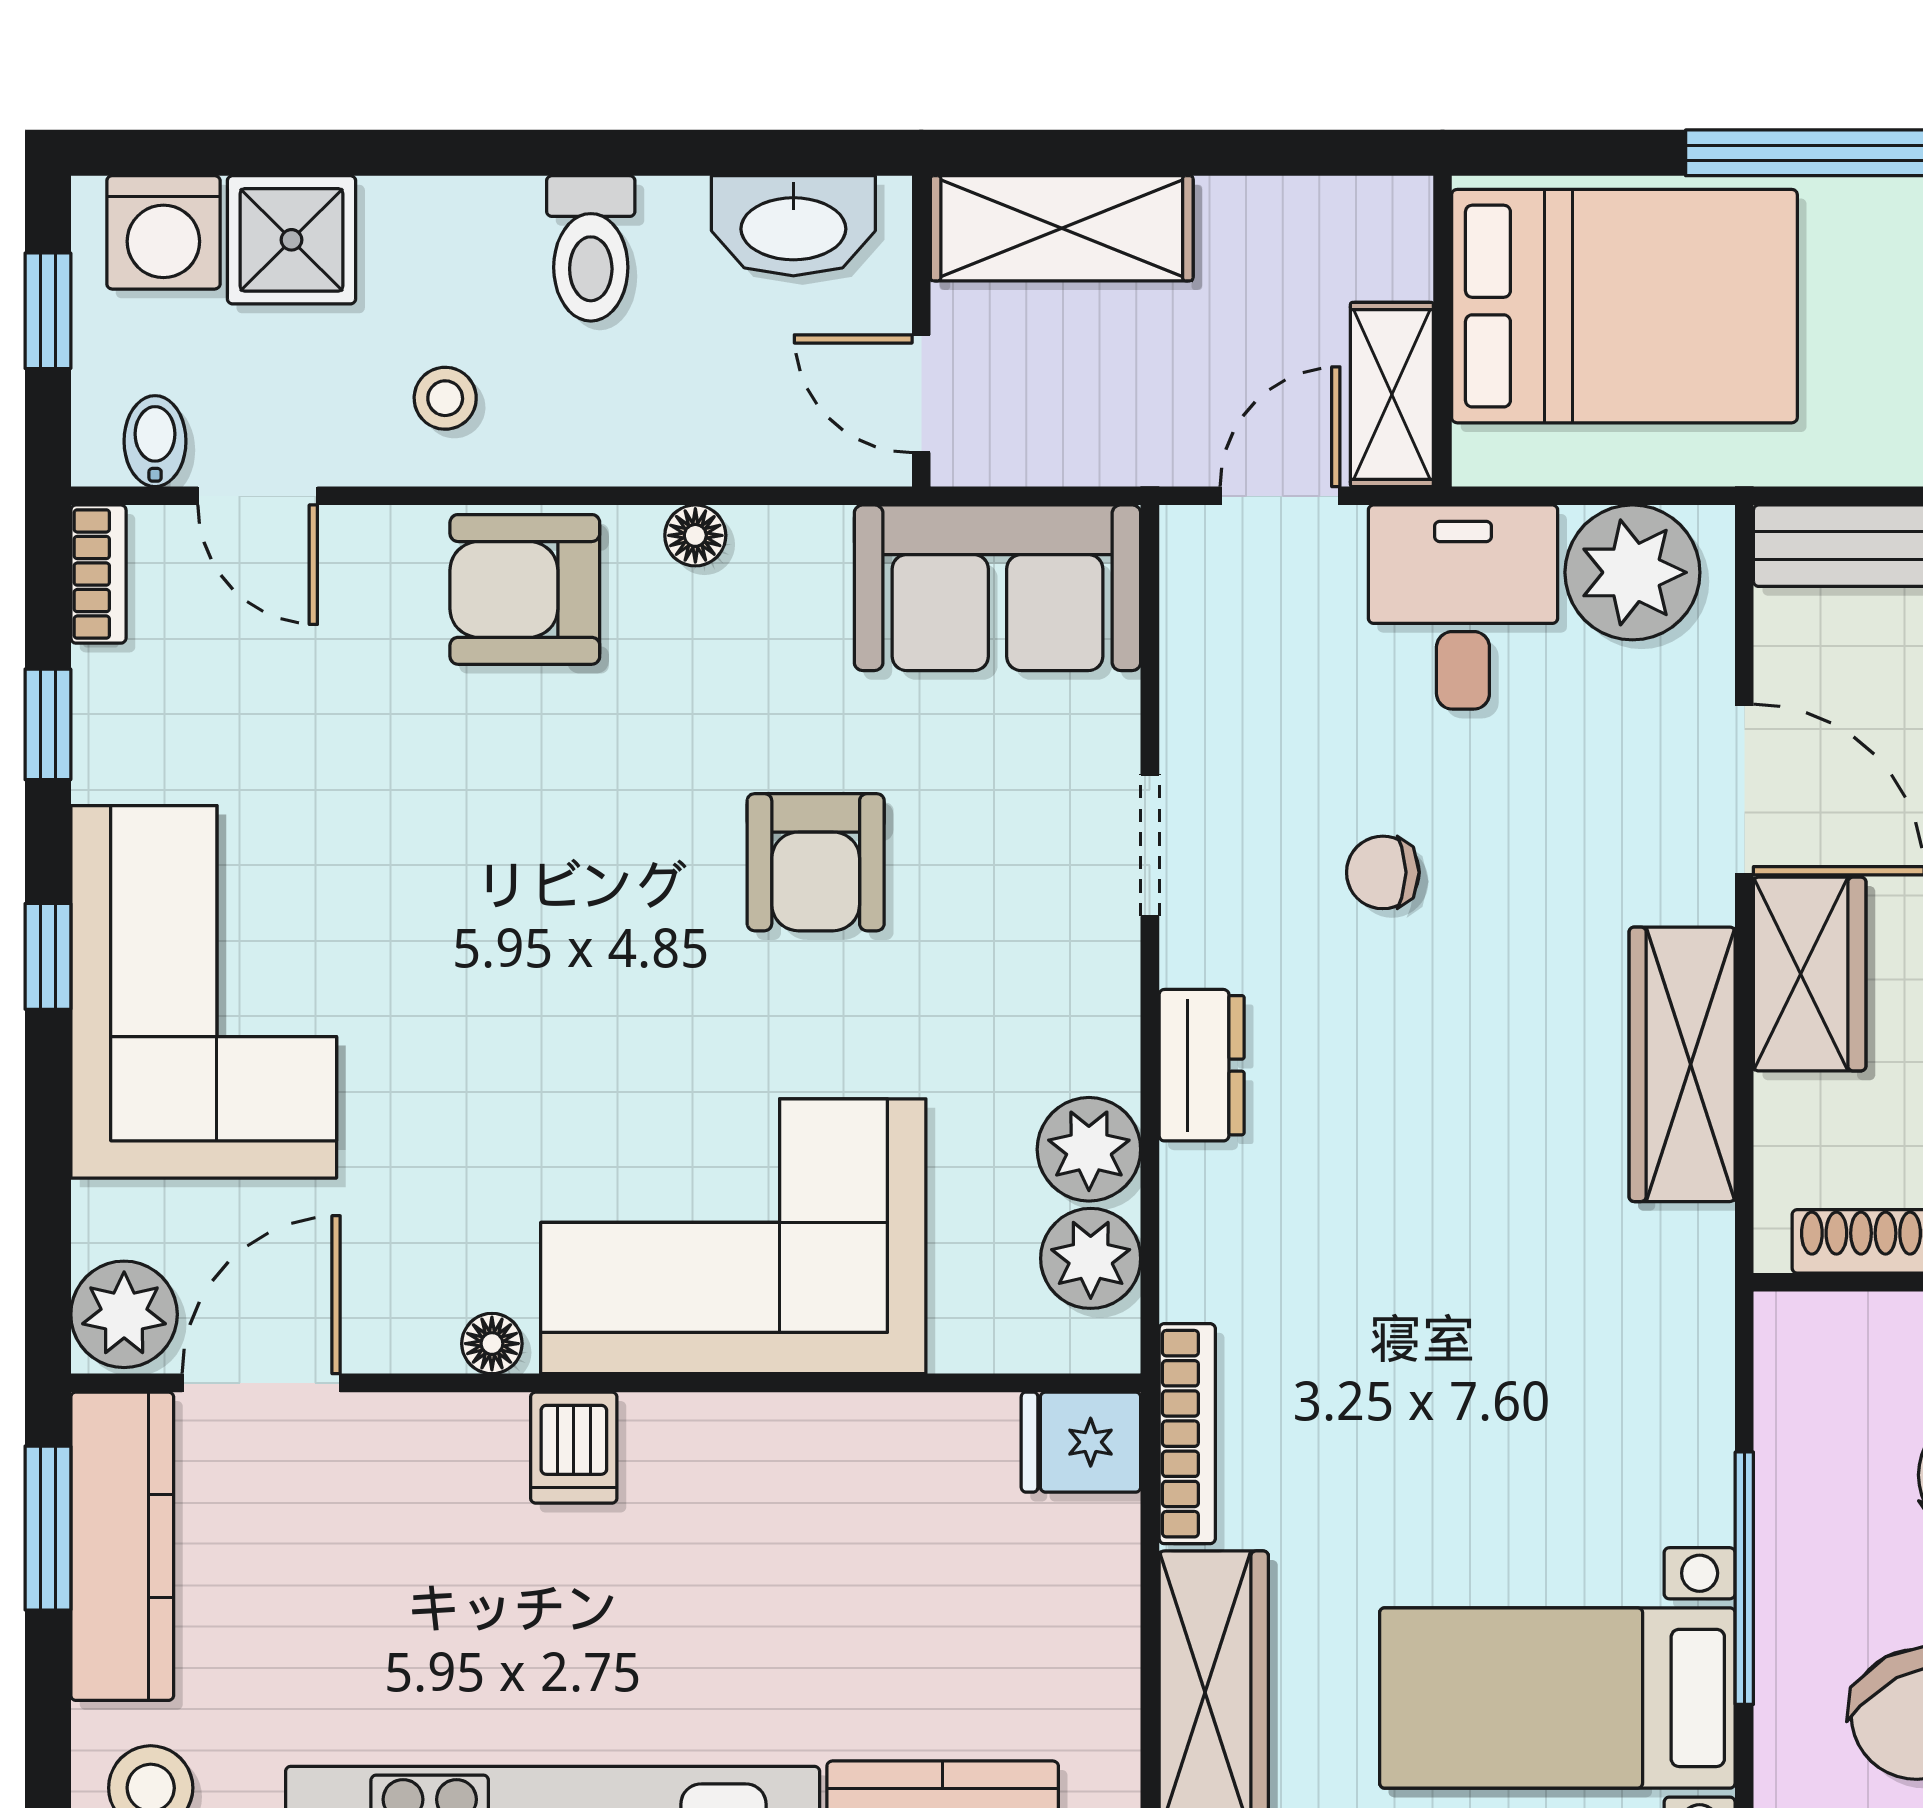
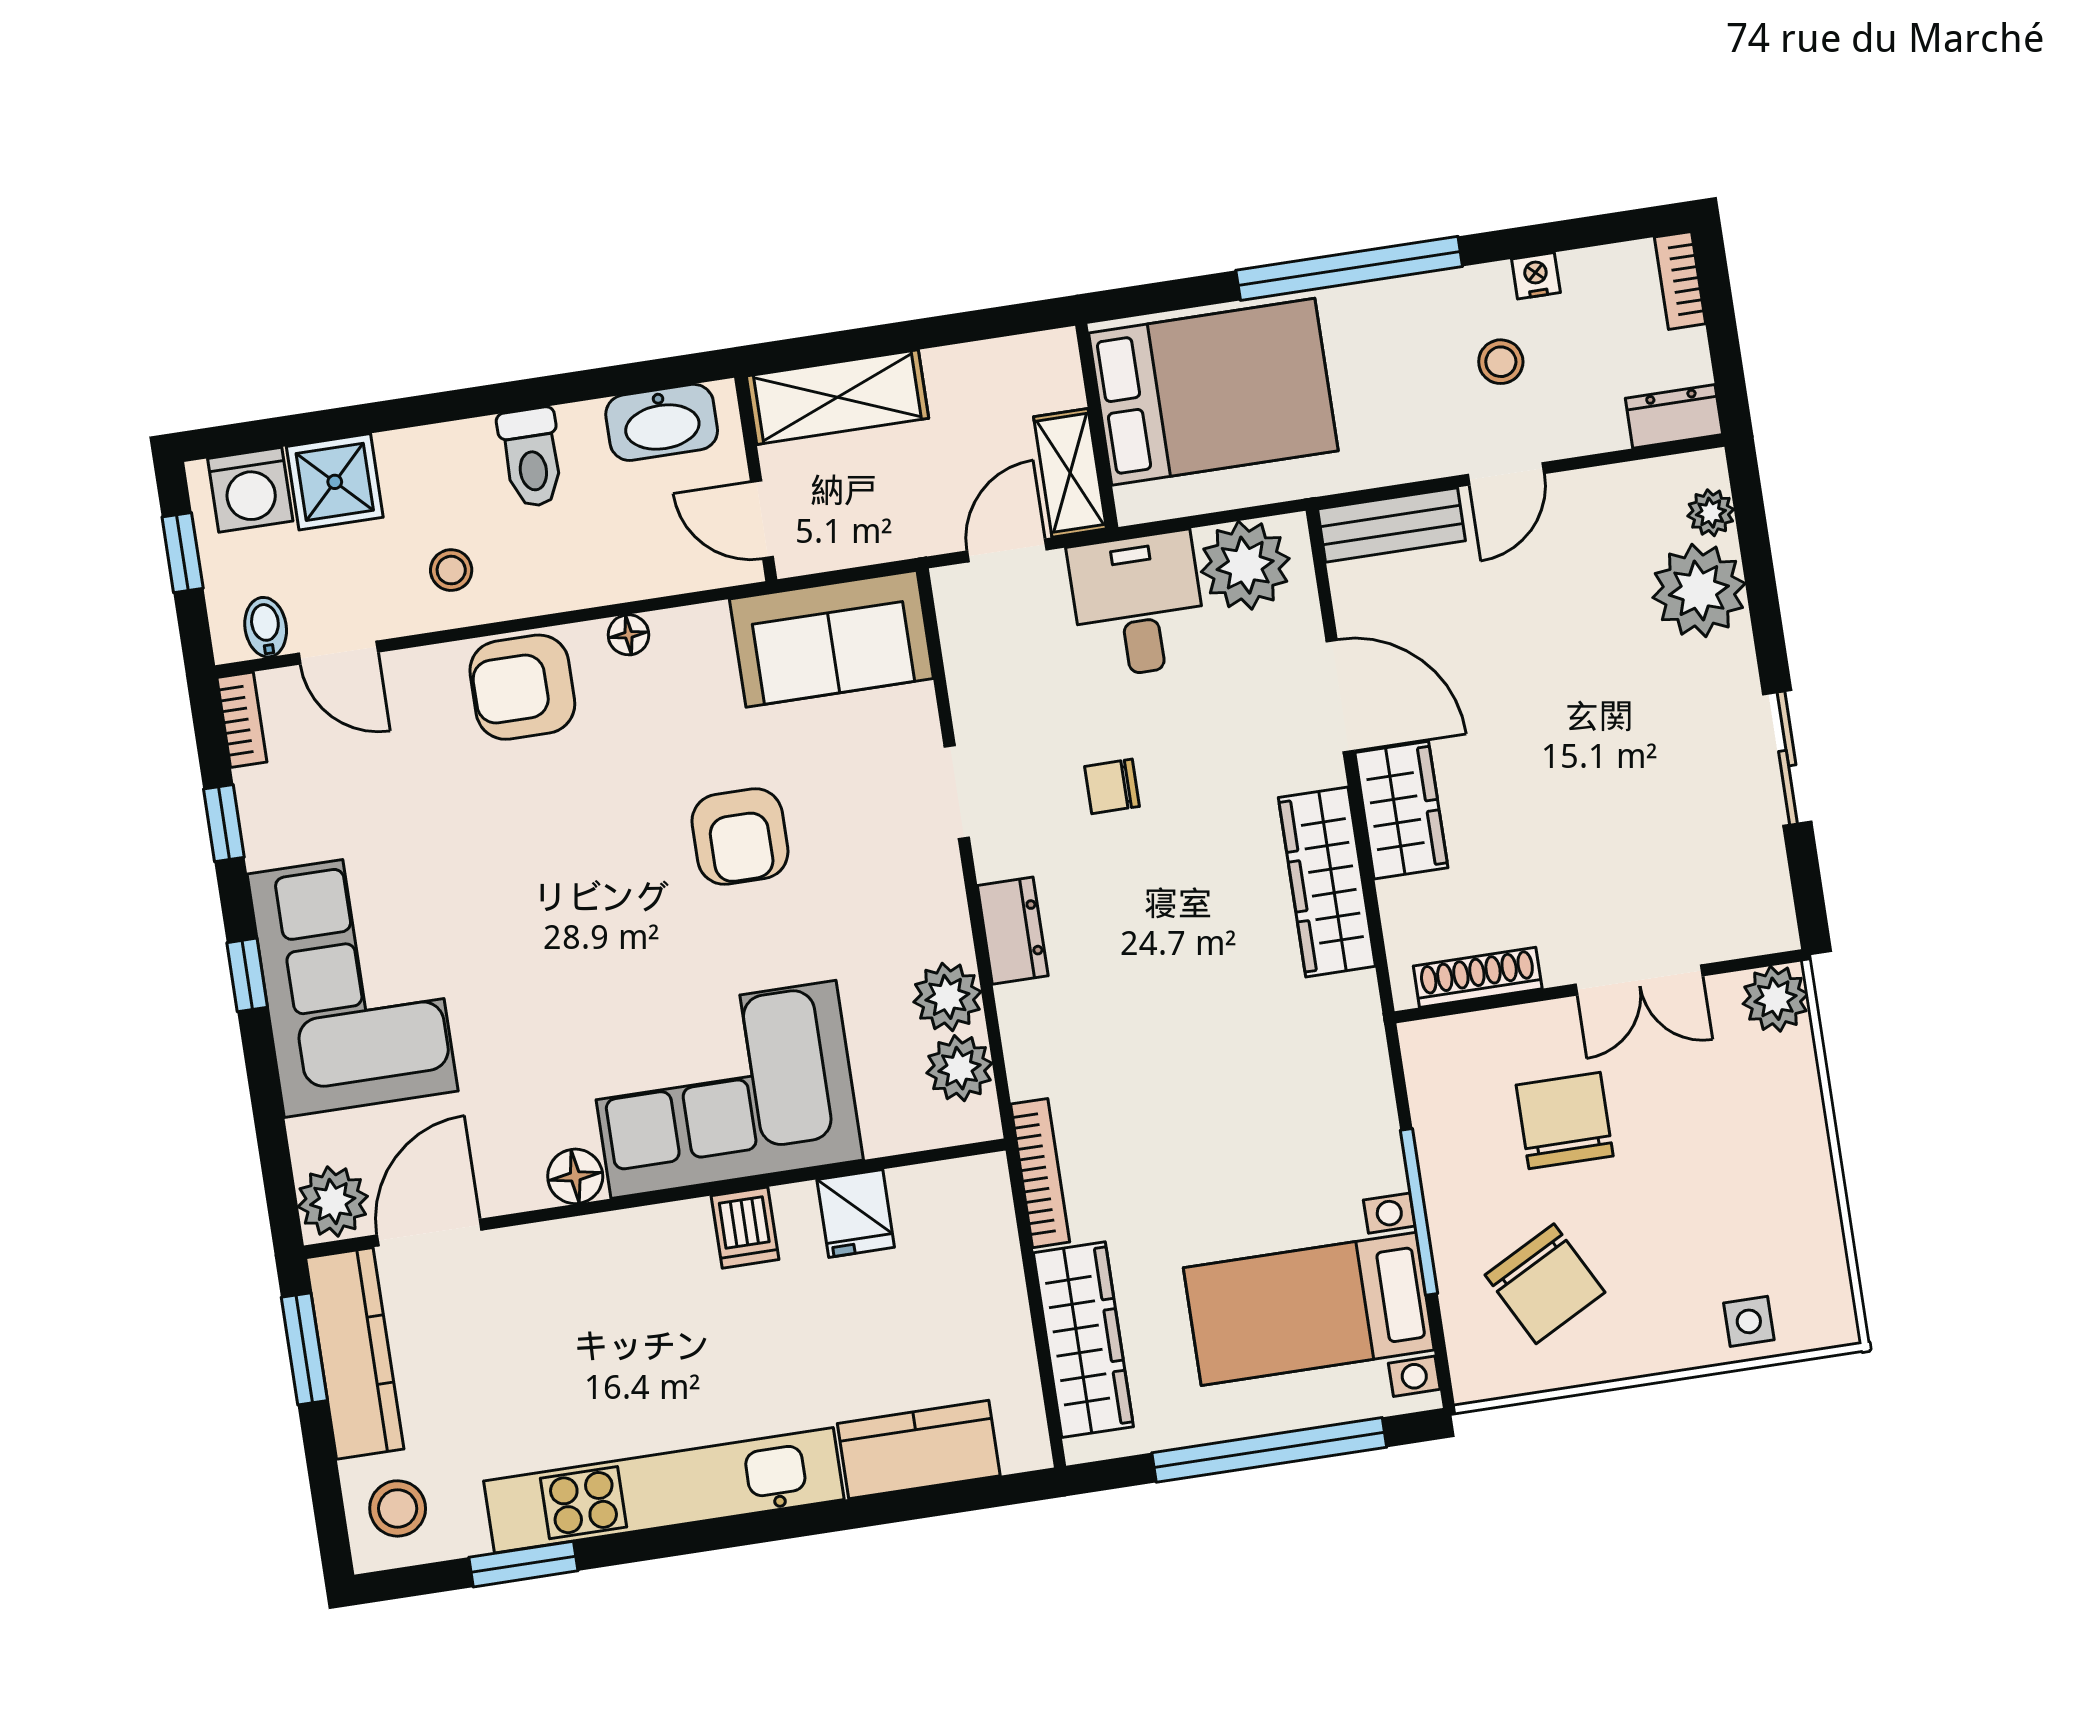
floor lamp: (492, 1344) -> (575, 1176), width x1.37, depth x1.37
fridge: (1081, 1442) -> (856, 1213), moved, turned -90
dishwasher: (574, 1448) -> (745, 1228), moved

